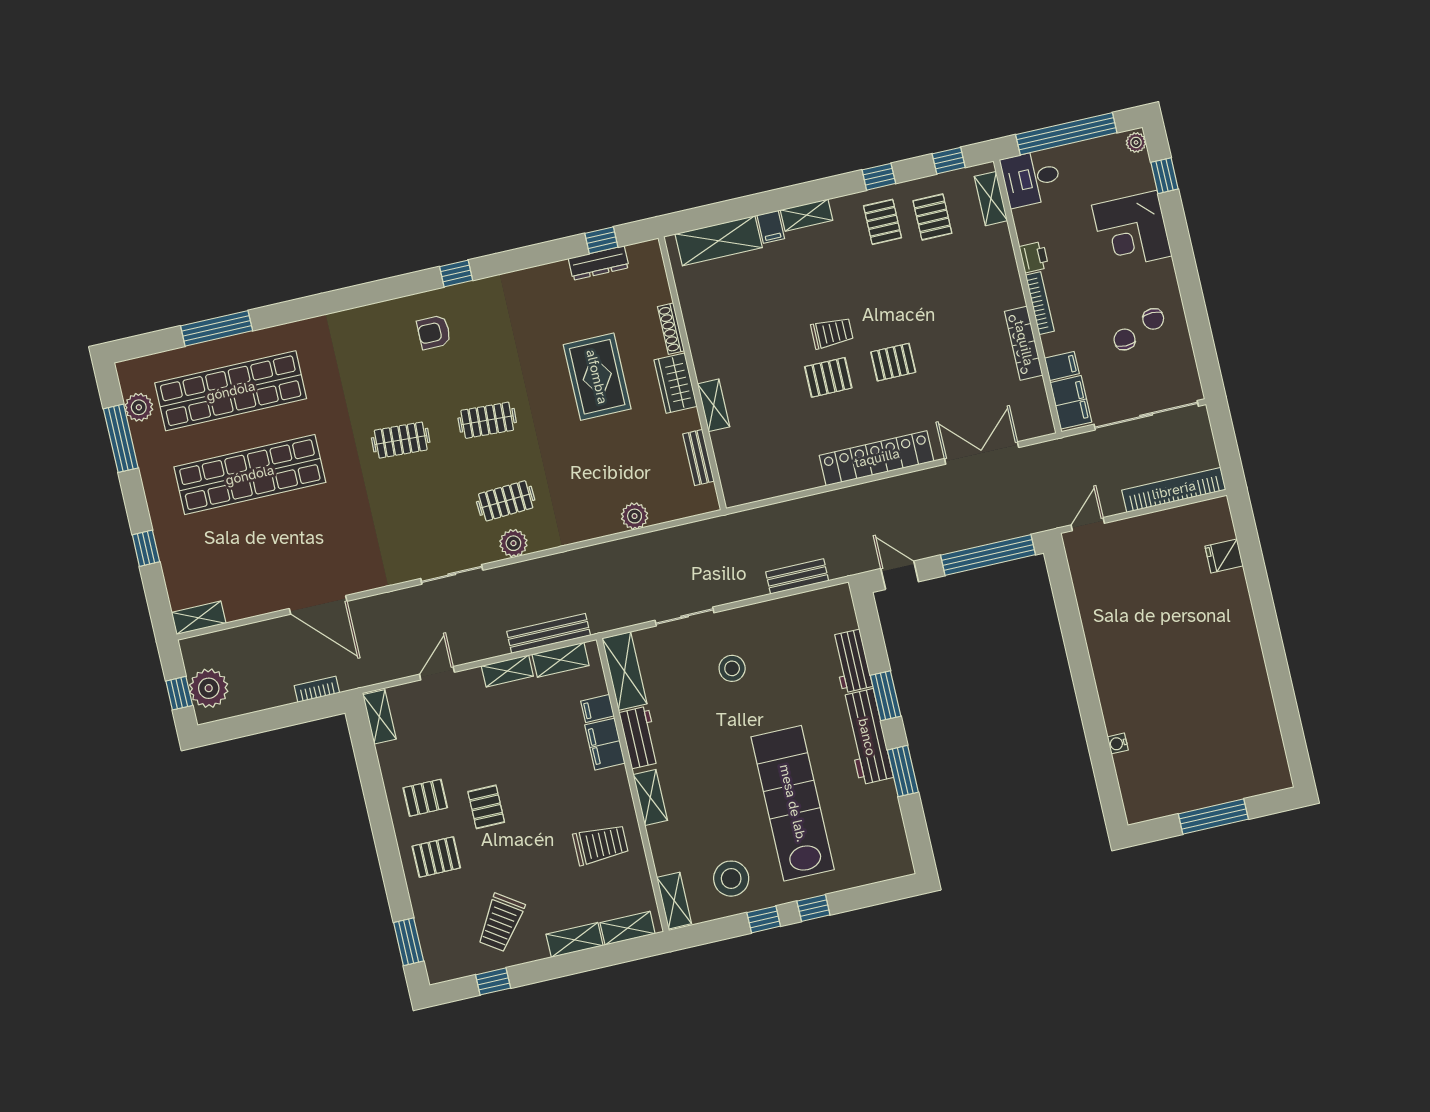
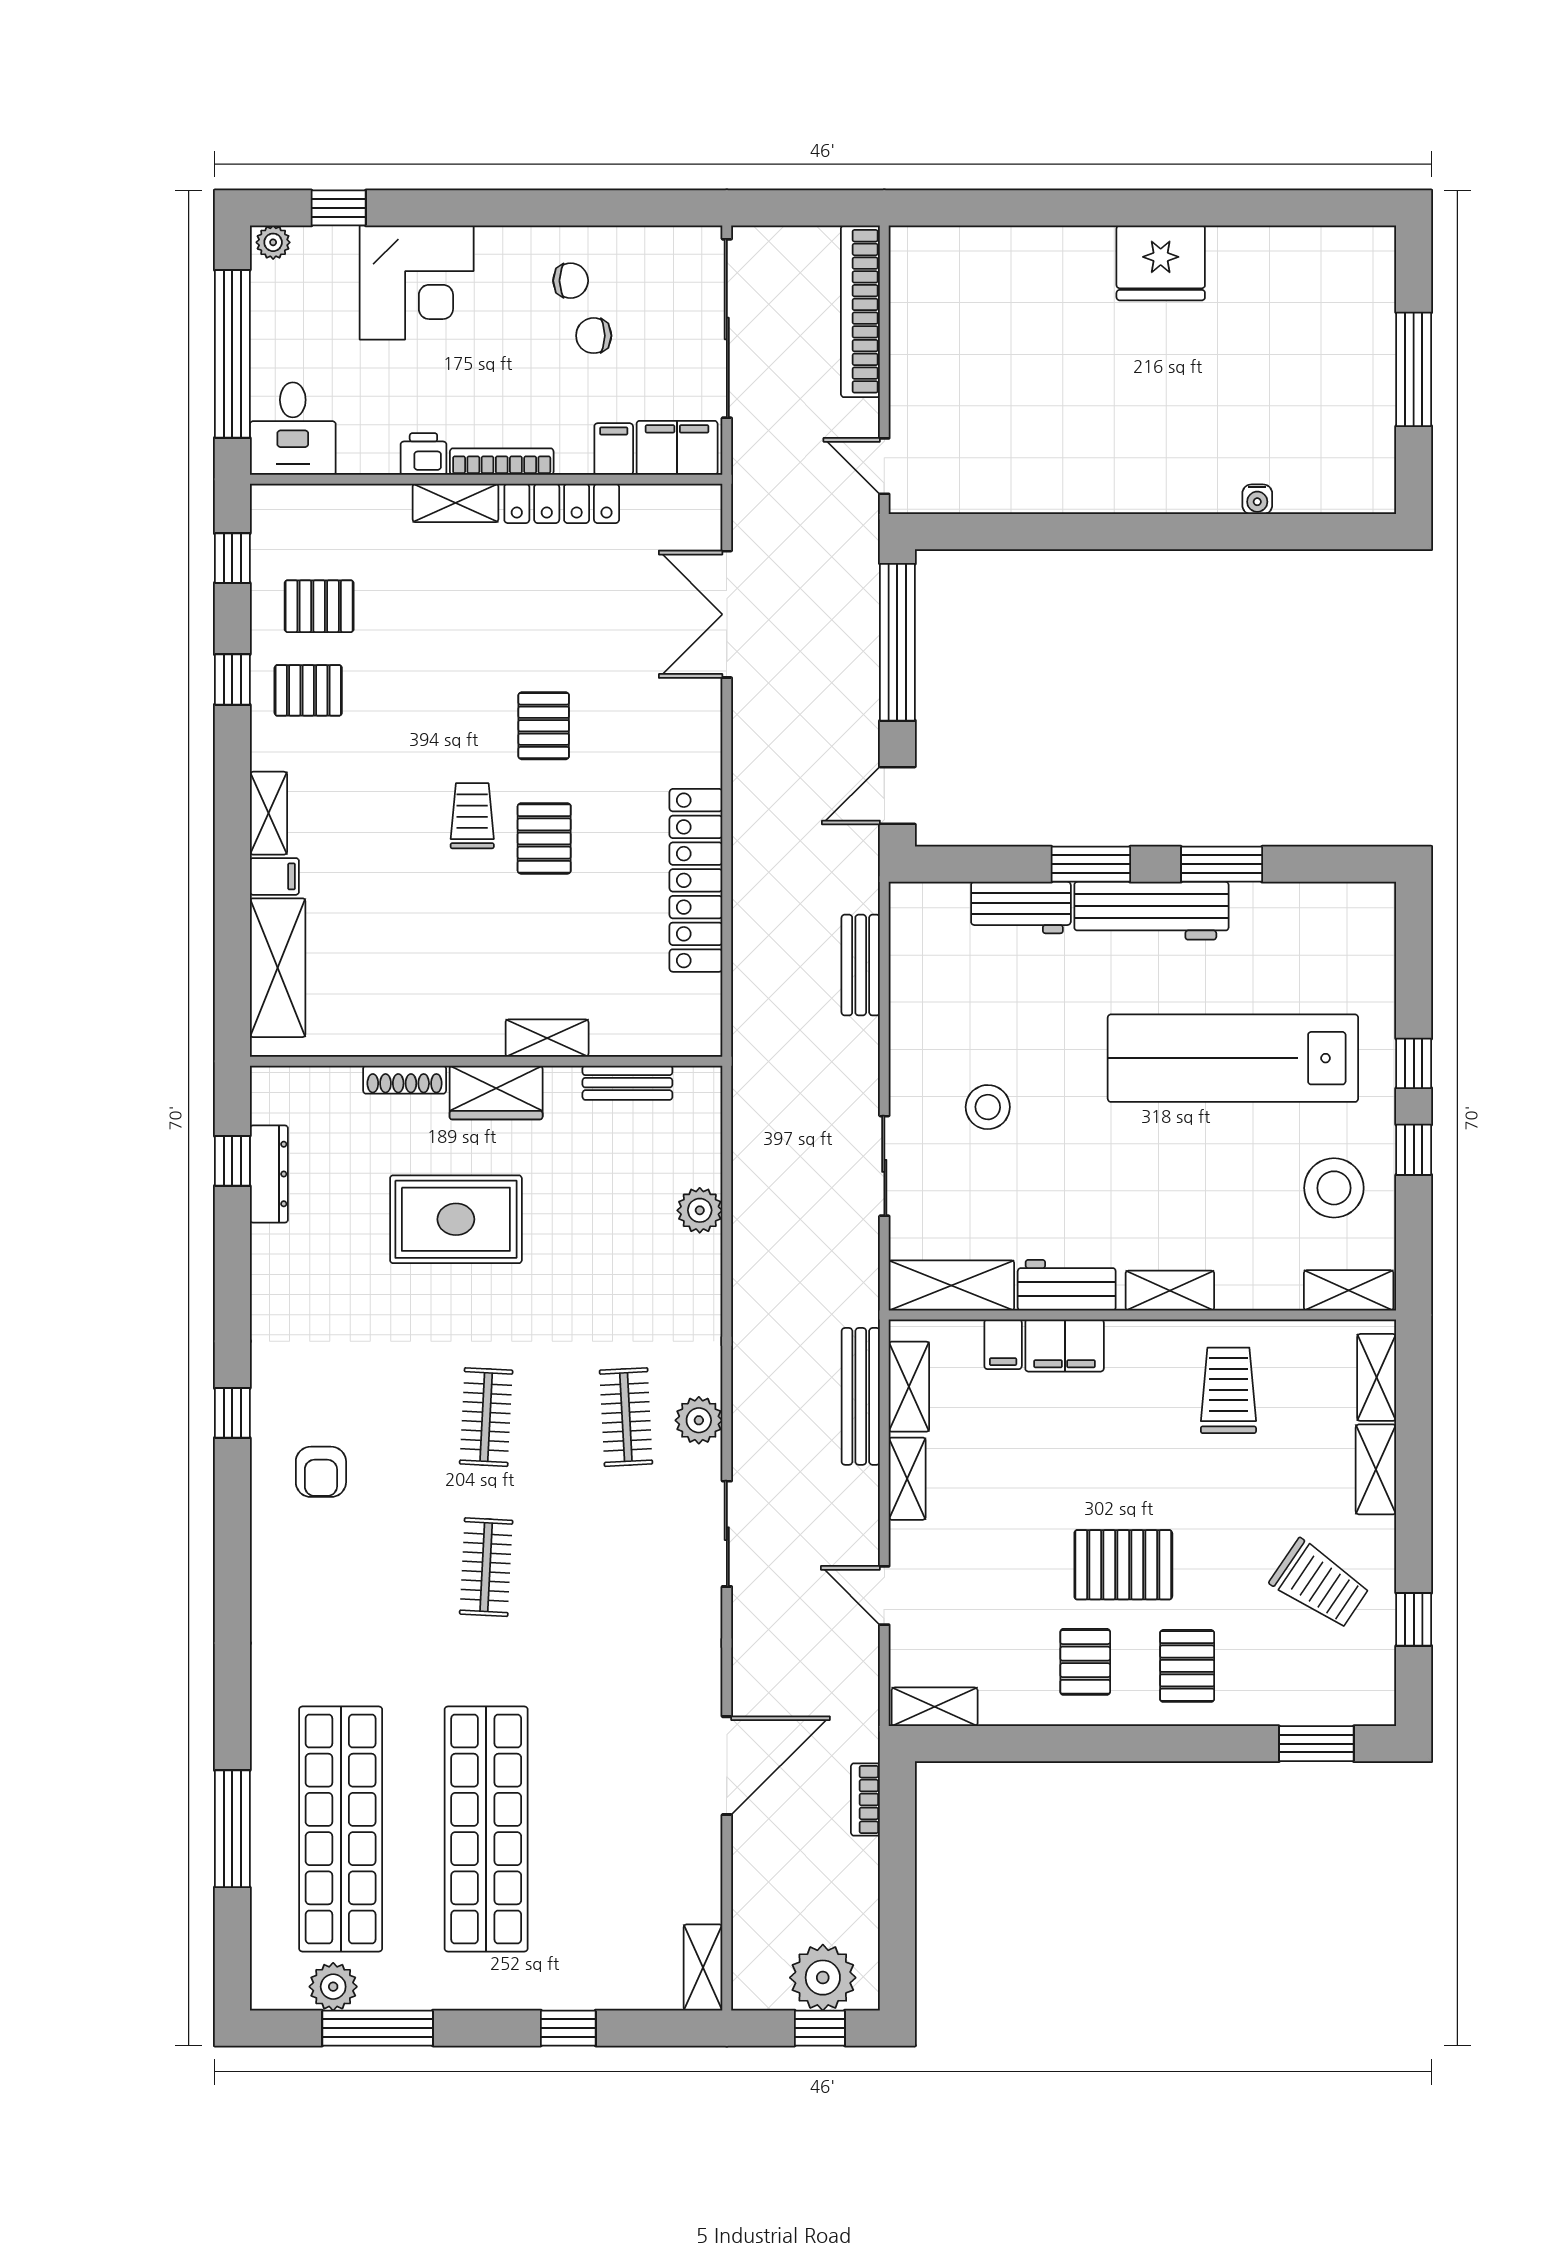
shelving: (991, 199) -> (455, 503), moved
locker: (877, 458) -> (696, 880), moved
fridge: (1224, 556) -> (1161, 263), moved, width x1.88, depth x1.34
pallet: (486, 807) -> (1123, 1565), width x1.50, depth x1.42

